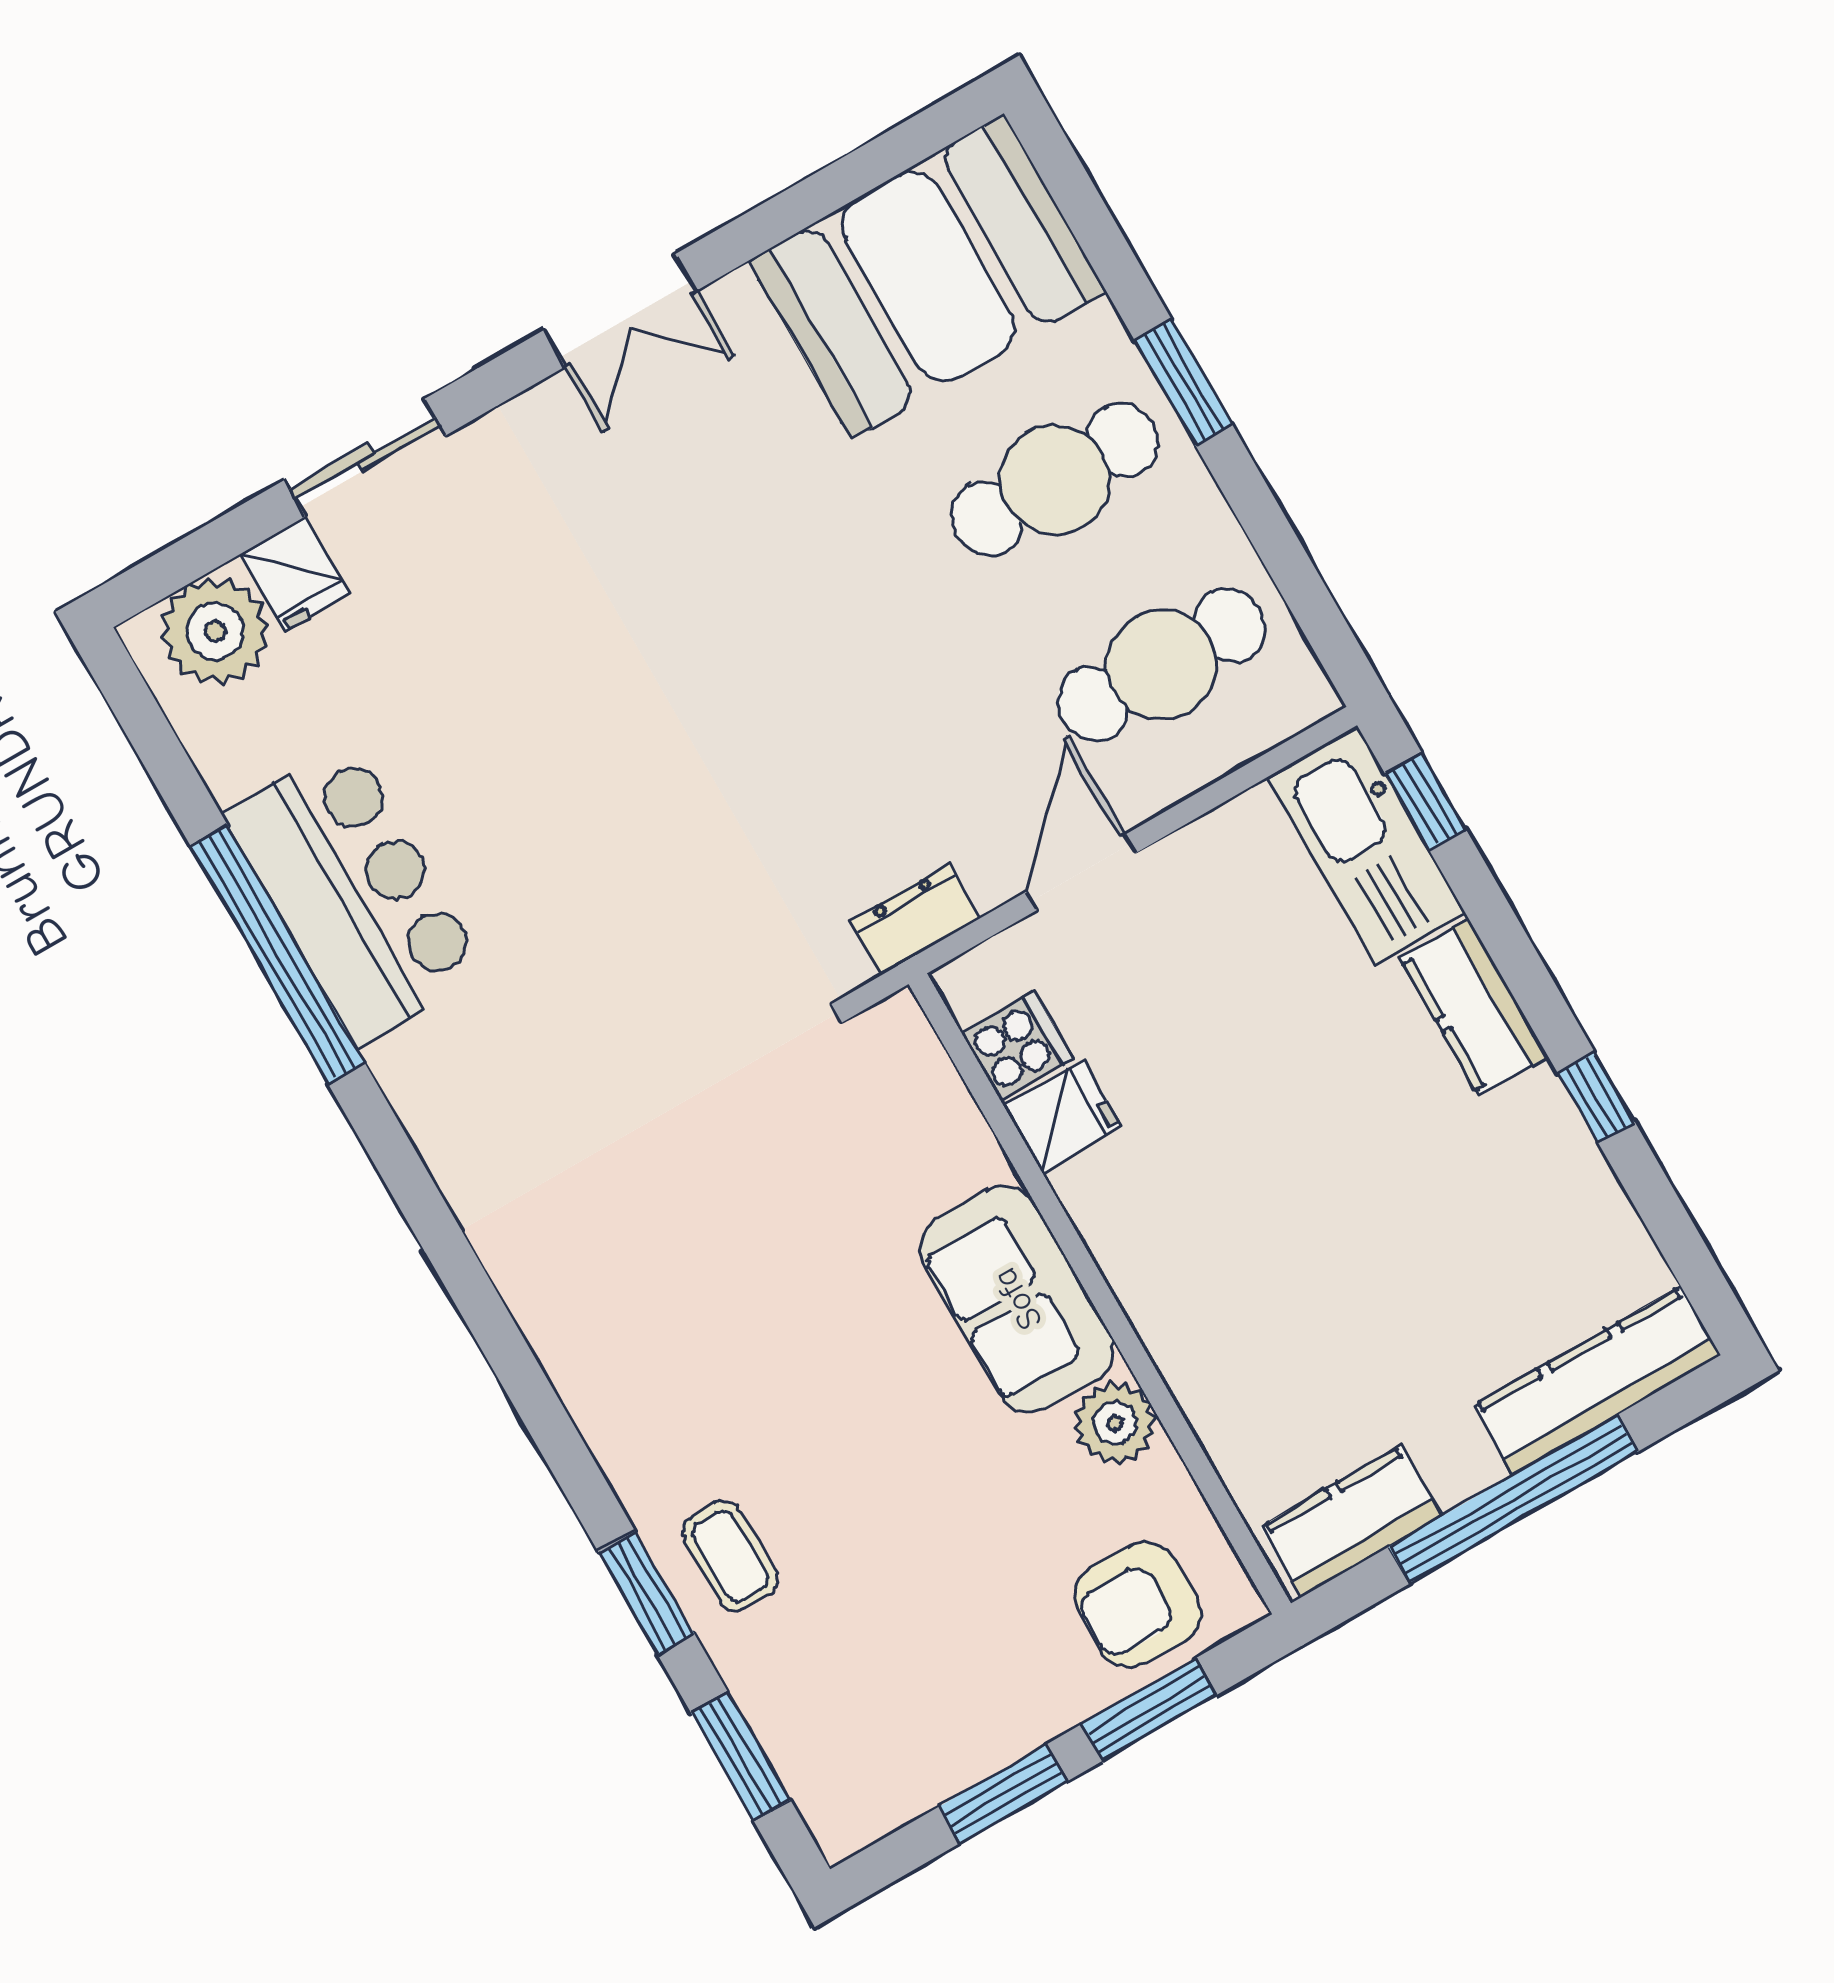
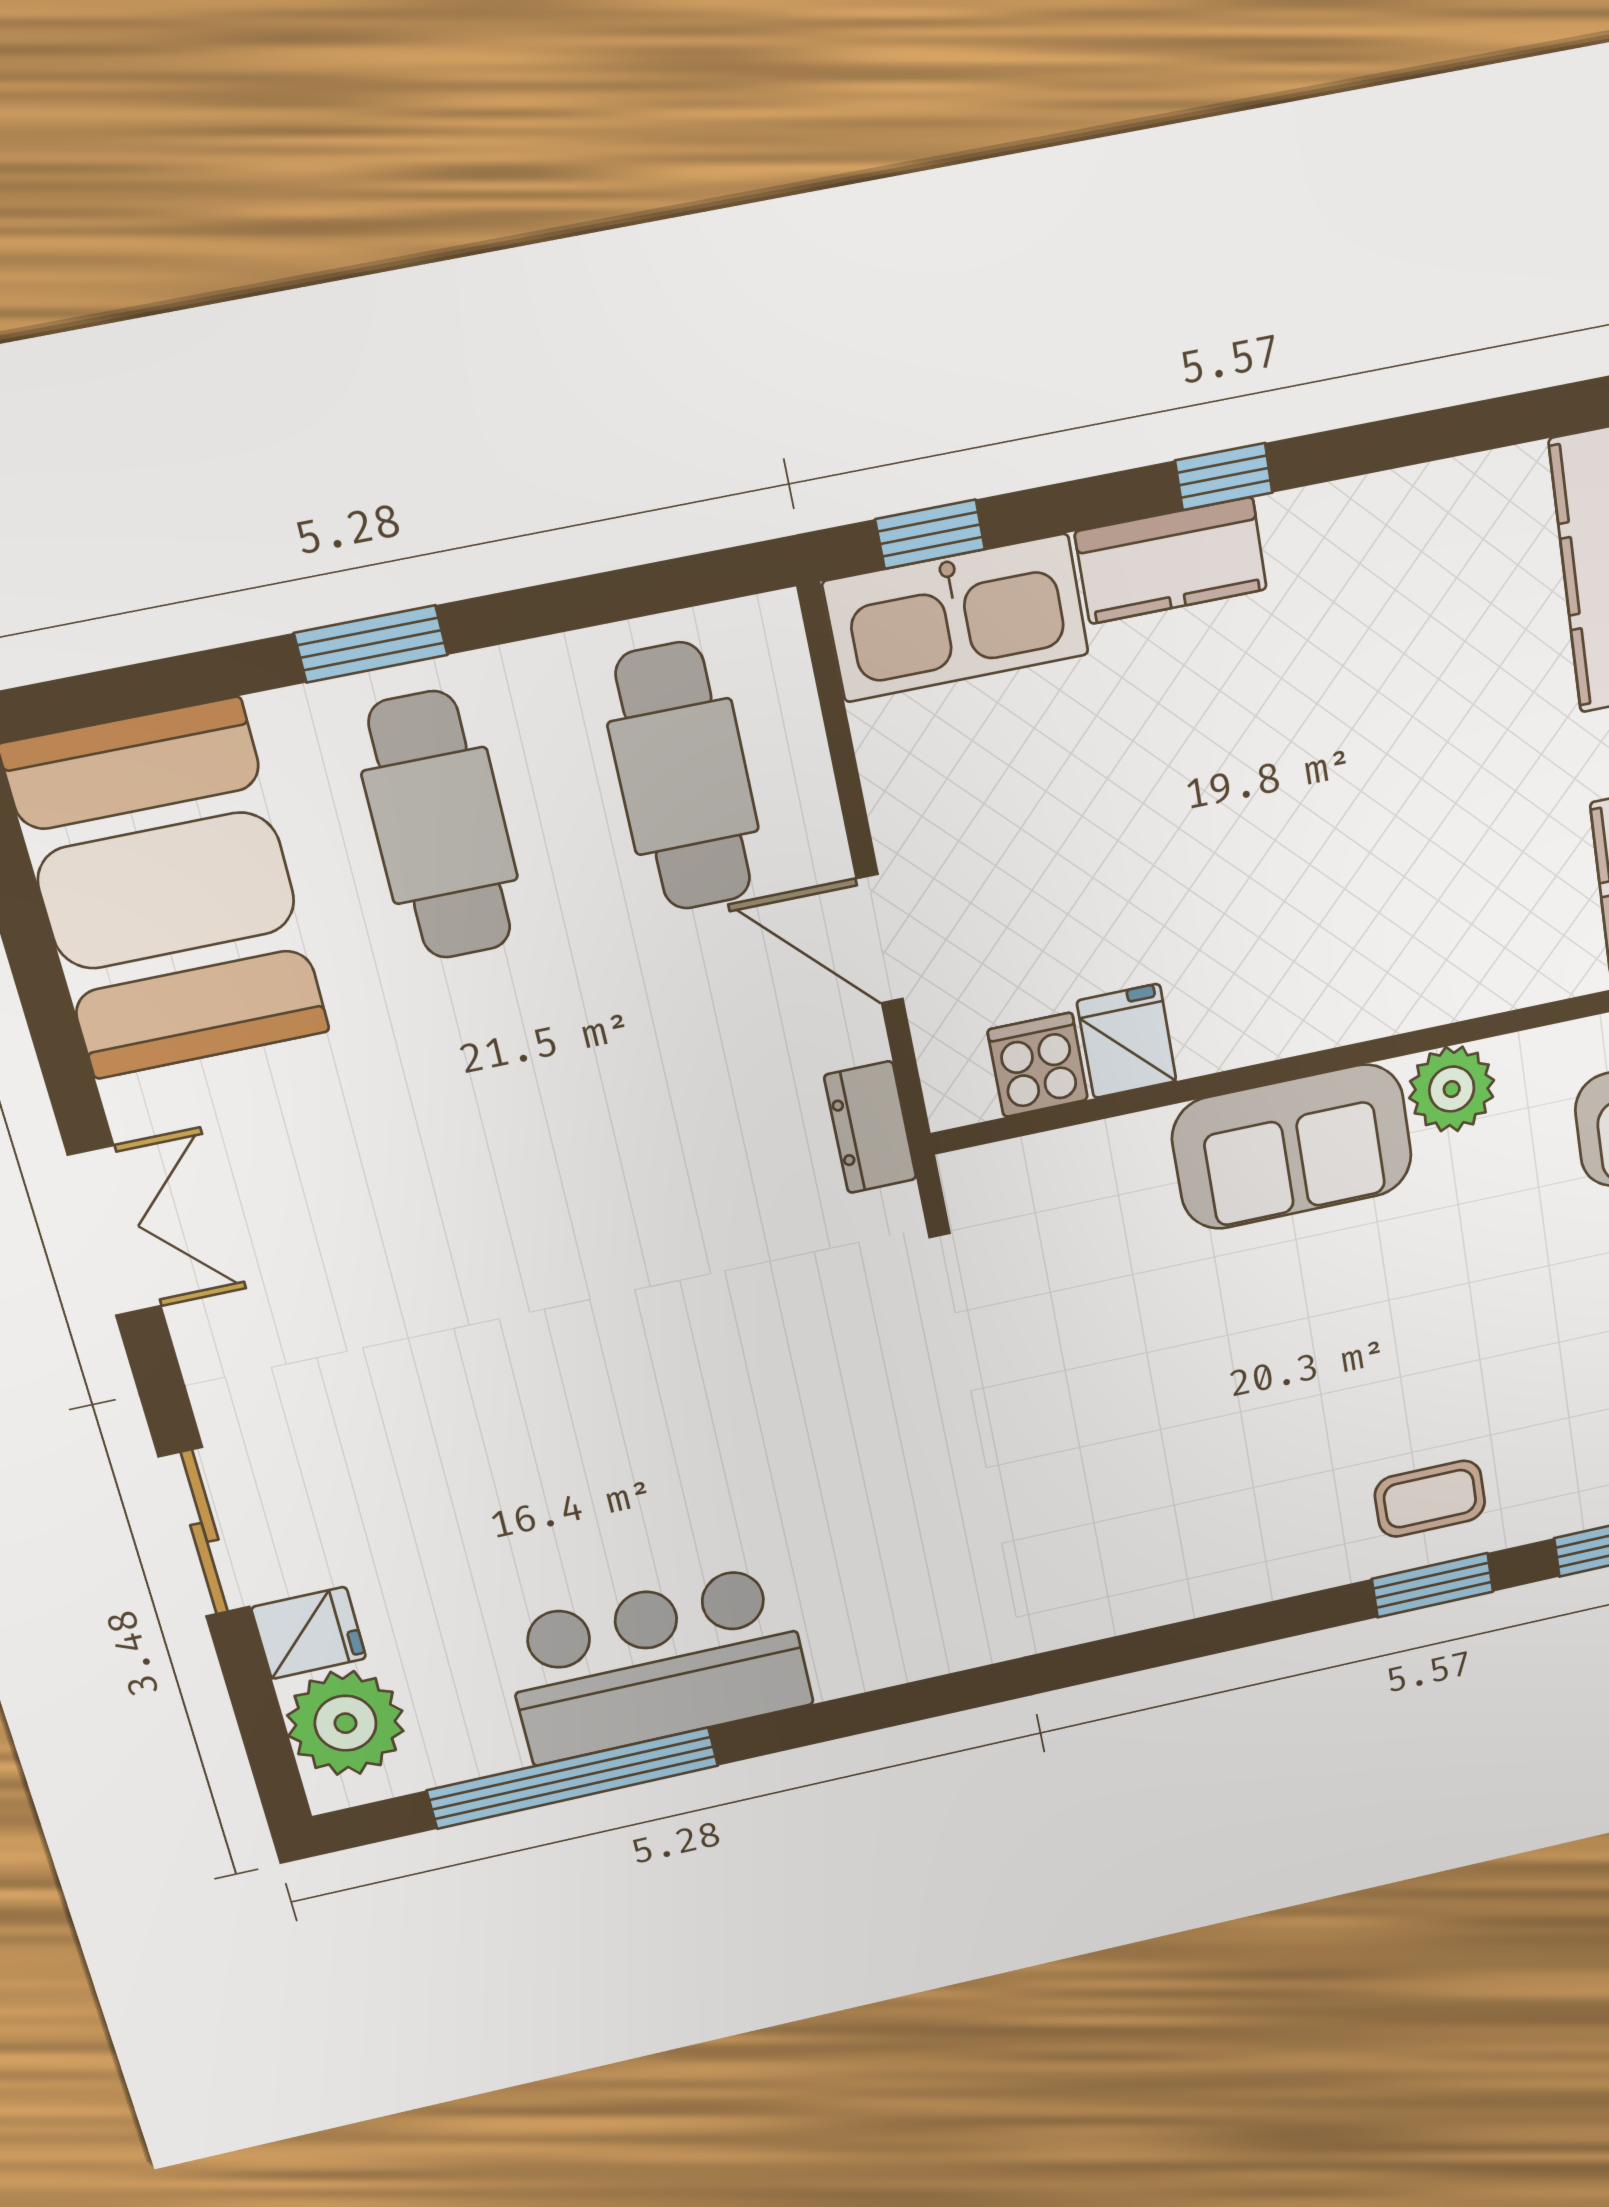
window: (278, 954) -> (573, 1778), moved
window: (1596, 1098) -> (1224, 477), moved

